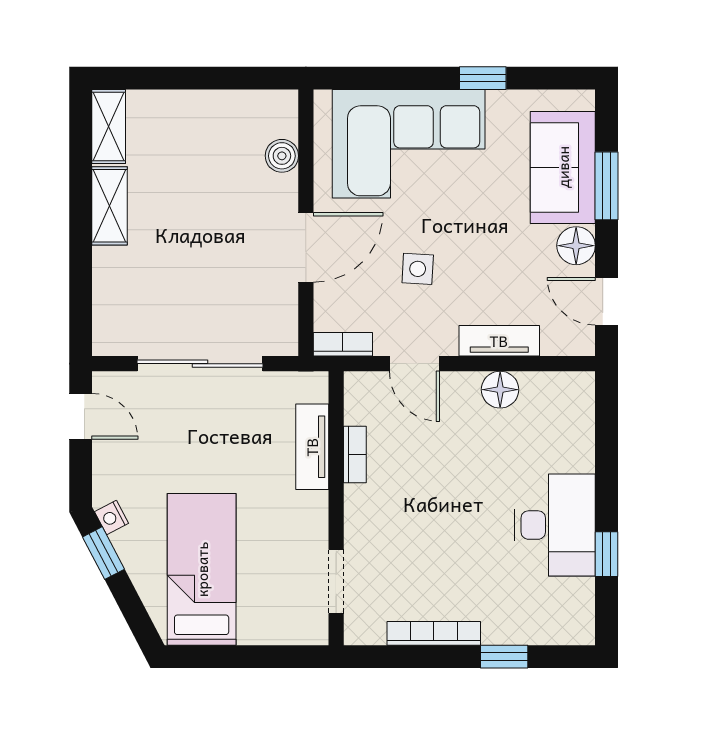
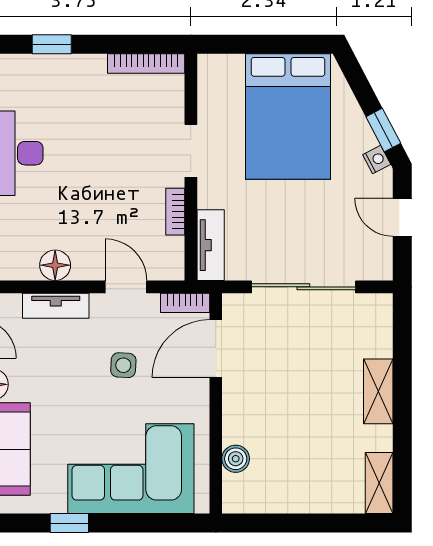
shelving: (110, 206) -> (378, 391), moved
door: (306, 247) -> (216, 348), moved
door: (81, 416) -> (402, 217), moved
tv unit: (312, 447) -> (211, 245), moved
bed: (202, 569) -> (288, 117), width x1.50
doorway: (336, 582) -> (191, 151), moved
bookcase: (434, 633) -> (146, 64), moved

